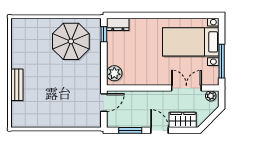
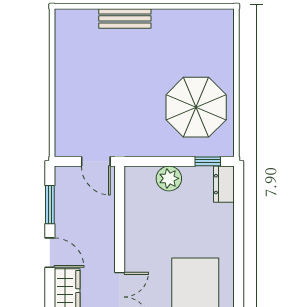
plant: (114, 73) -> (169, 178), moved
door: (159, 130) -> (50, 253), hinge flipped

